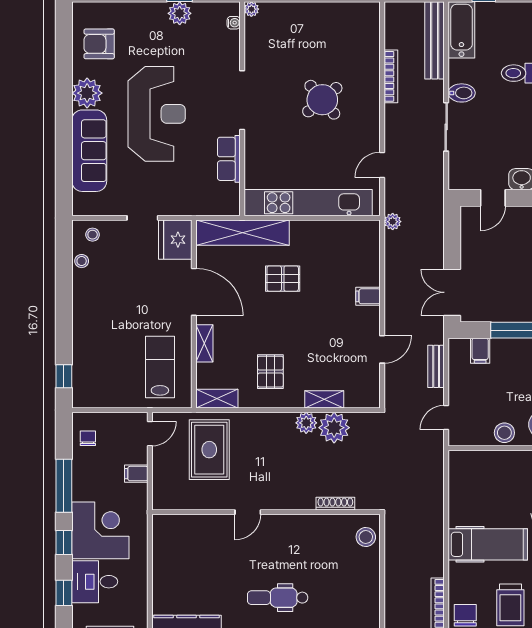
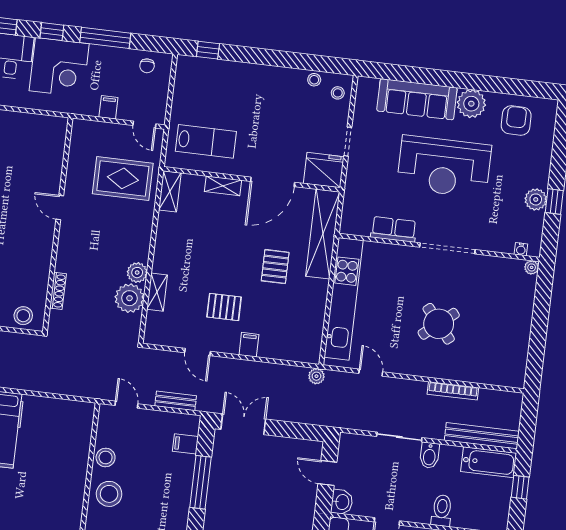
pallet: (270, 372) -> (224, 307), moved
chair: (88, 438) -> (147, 66), turned 90

